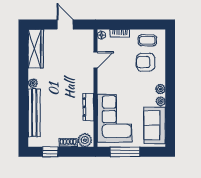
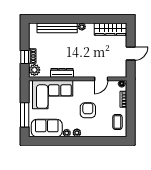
door: (96, 60) -> (101, 79), hinge flipped
armchair: (146, 62) -> (88, 110), moved
window: (50, 152) -> (25, 57), moved
window: (125, 152) -> (25, 115), moved

